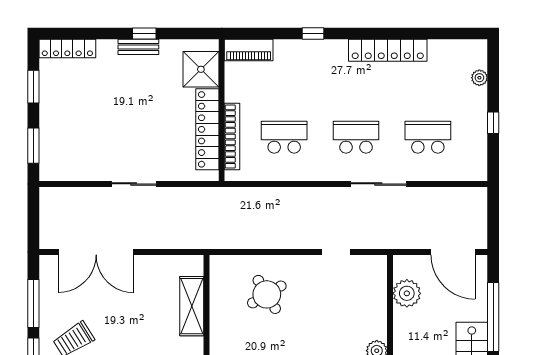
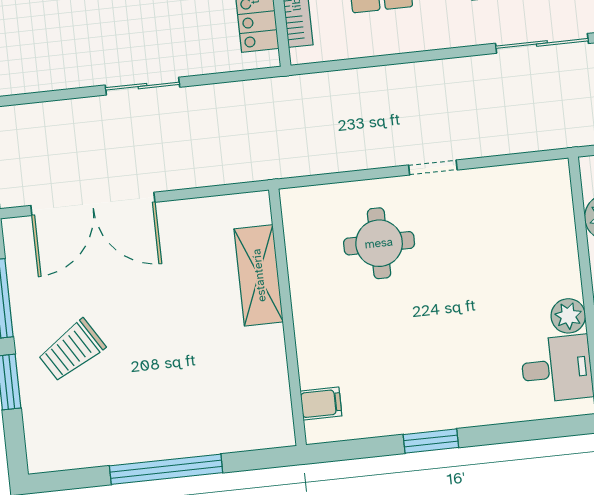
doorway: (336, 252) -> (433, 167), moved
round table: (267, 294) -> (379, 243), turned 31

